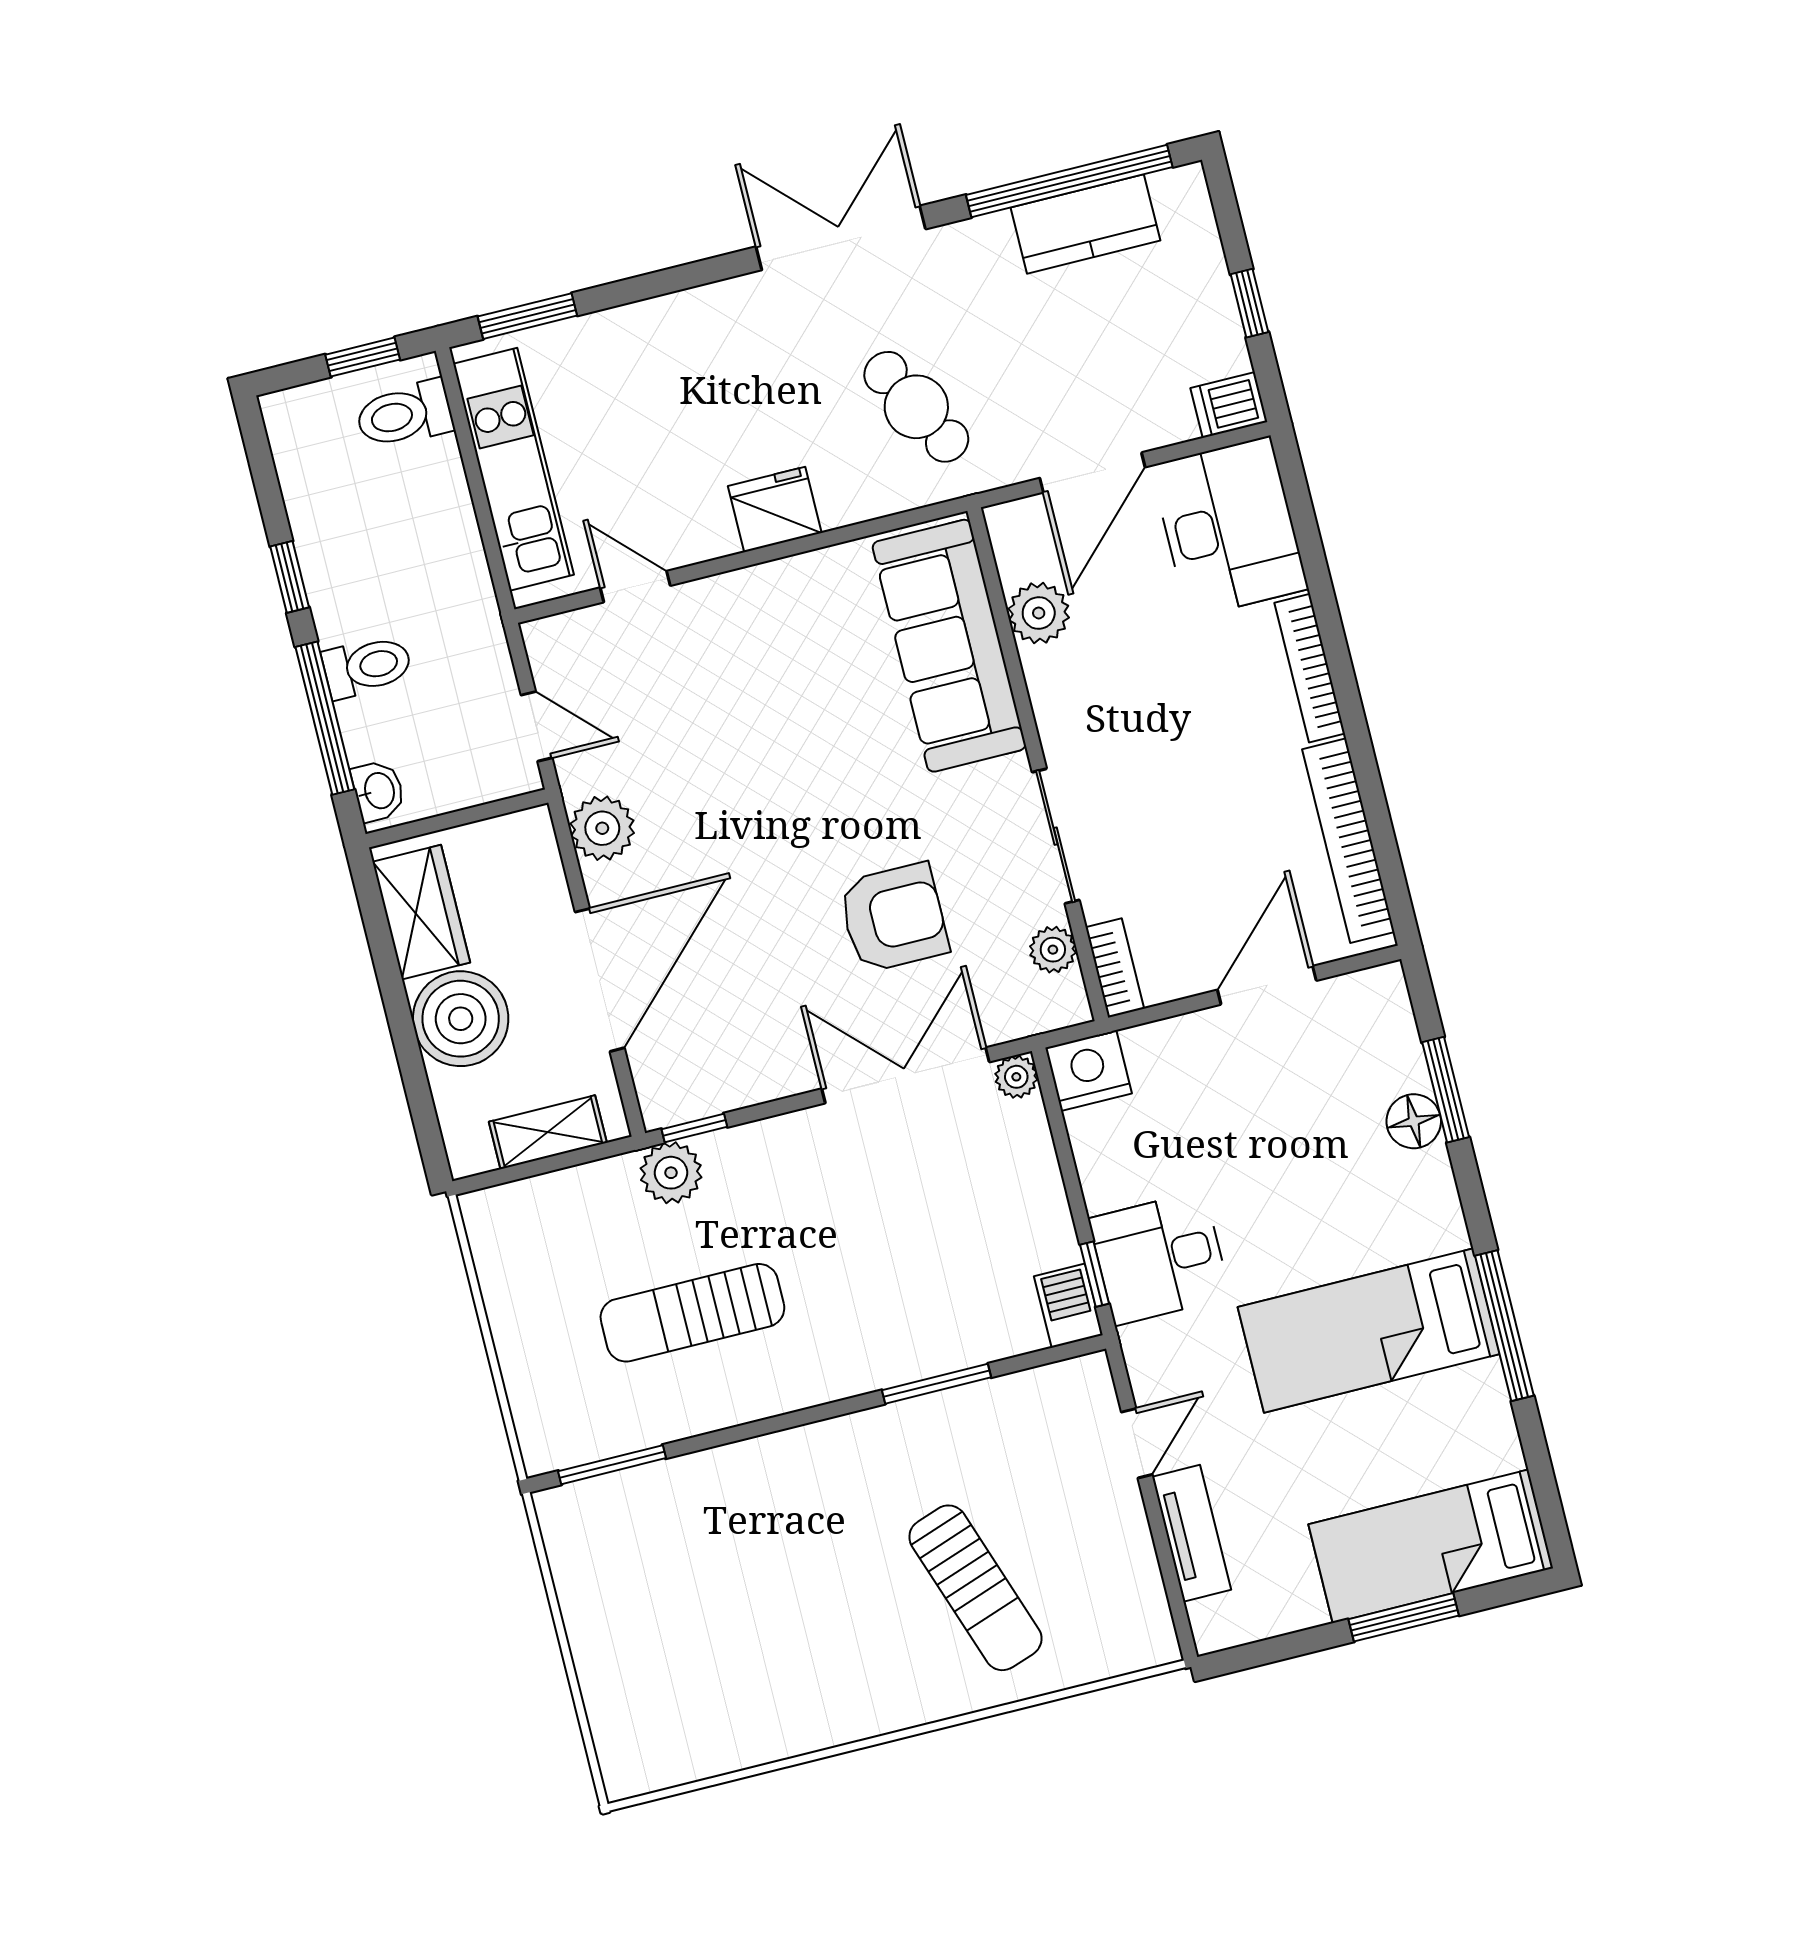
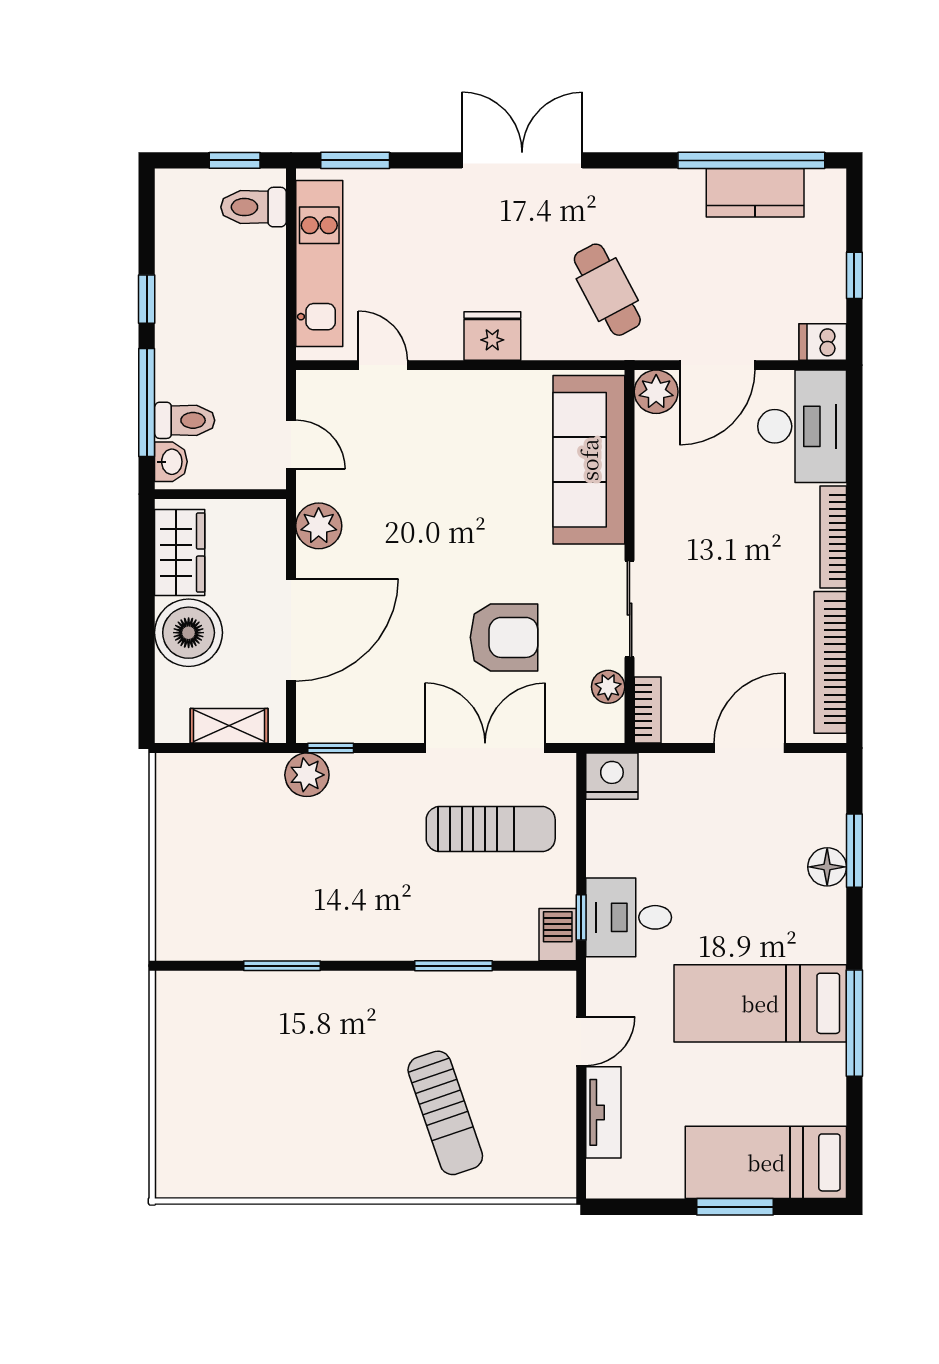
double door: (841, 238) -> (522, 160), moved
plant: (1039, 613) -> (656, 392), moved
toilet: (367, 667) -> (185, 420), moved
plant: (1016, 1077) -> (561, 768), removed
sun lounger: (692, 1313) -> (491, 829), moved, turned 180
window: (612, 1465) -> (282, 966), moved

